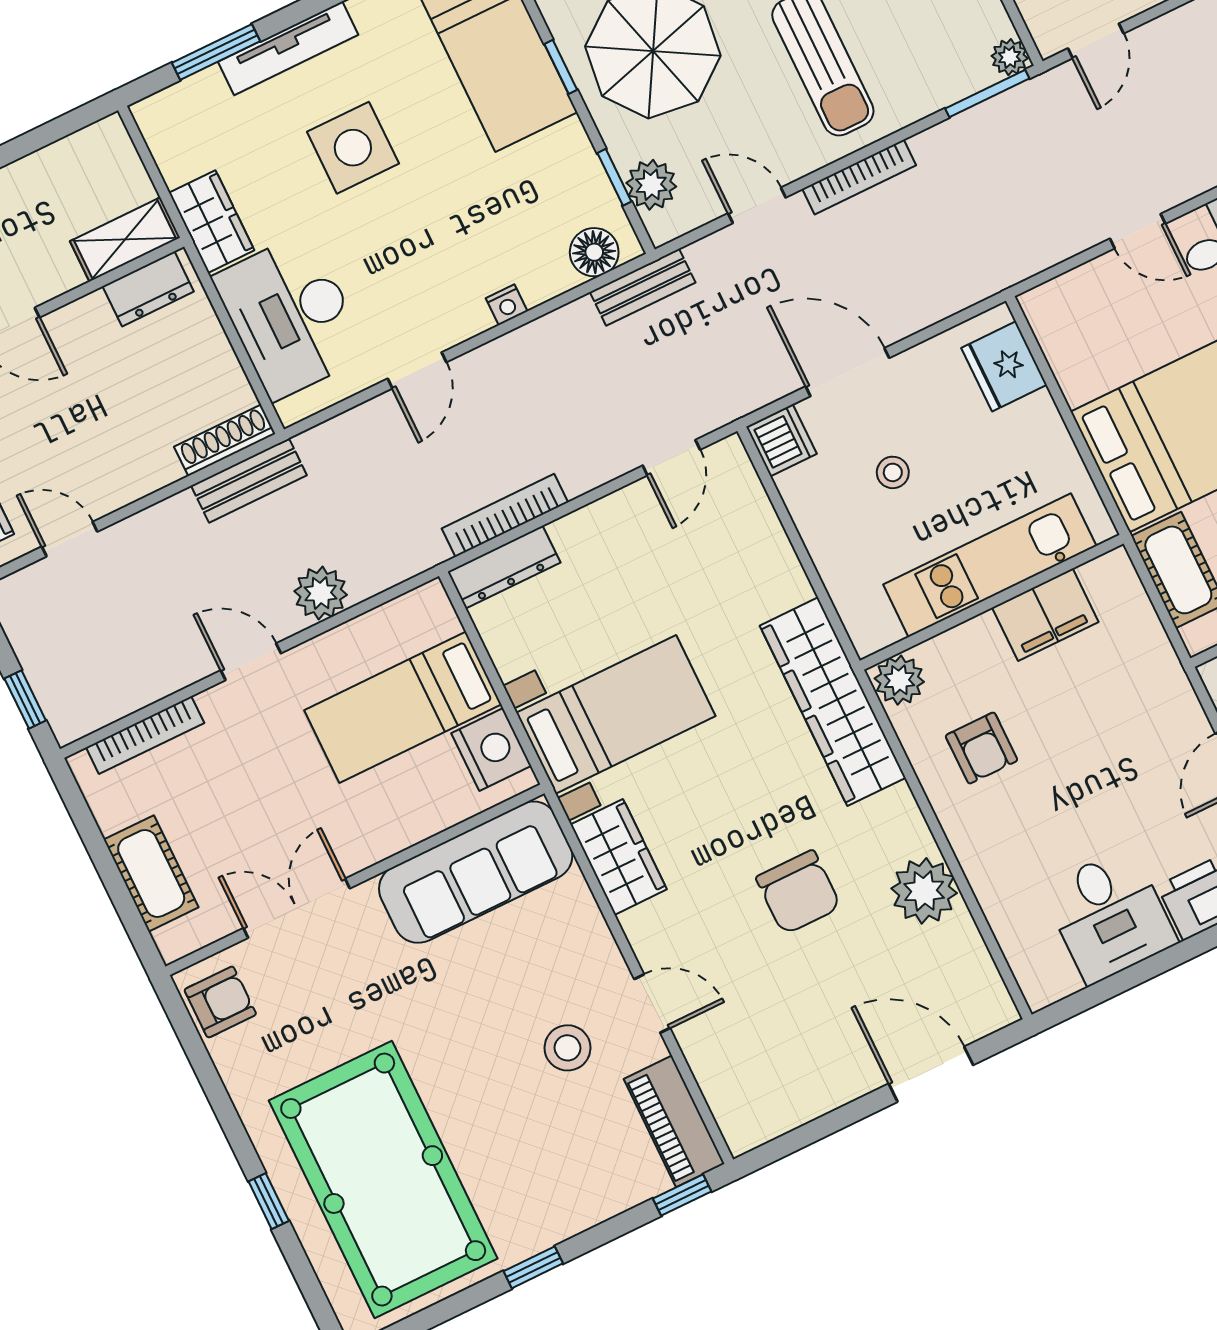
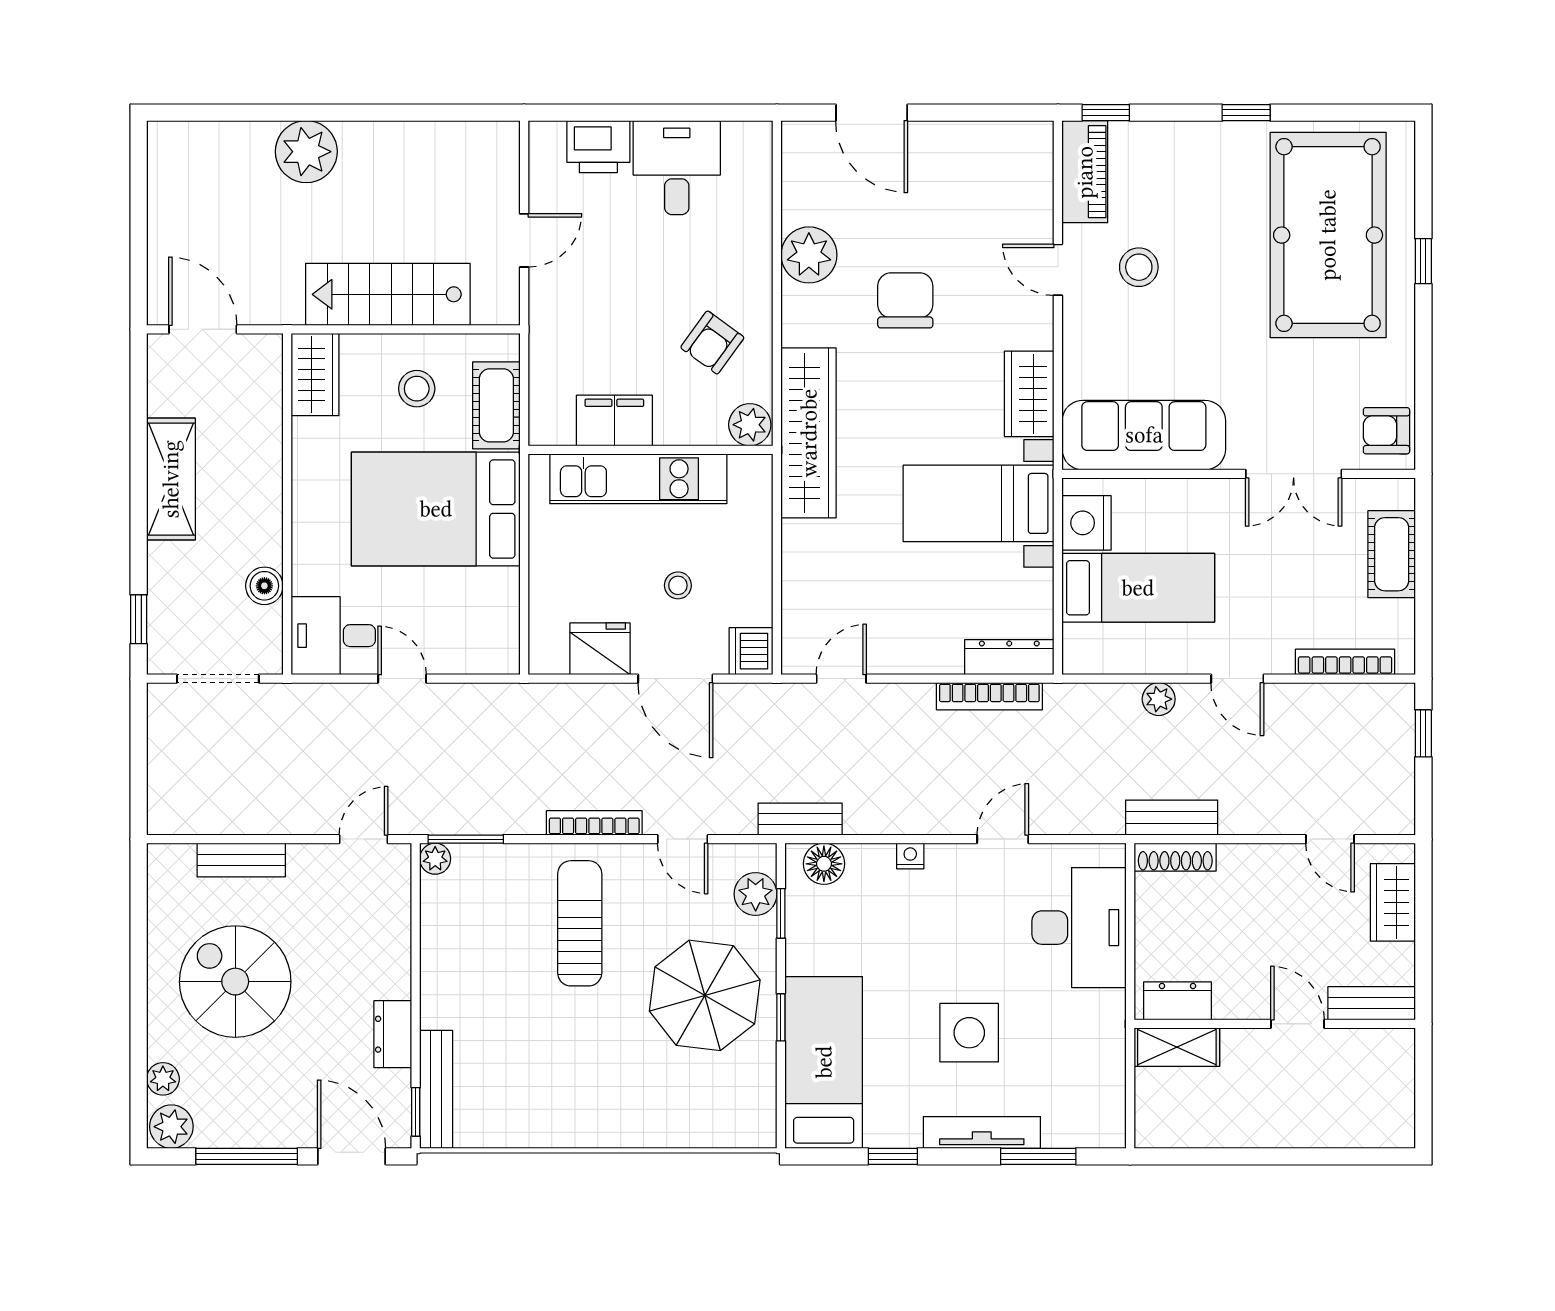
wardrobe: (212, 222) -> (1104, 1029), removed
fridge: (1004, 366) -> (600, 649), moved, turned -90
plant: (321, 593) -> (1159, 699), width x0.73, depth x0.73
armchair: (981, 748) -> (712, 343), turned -144

